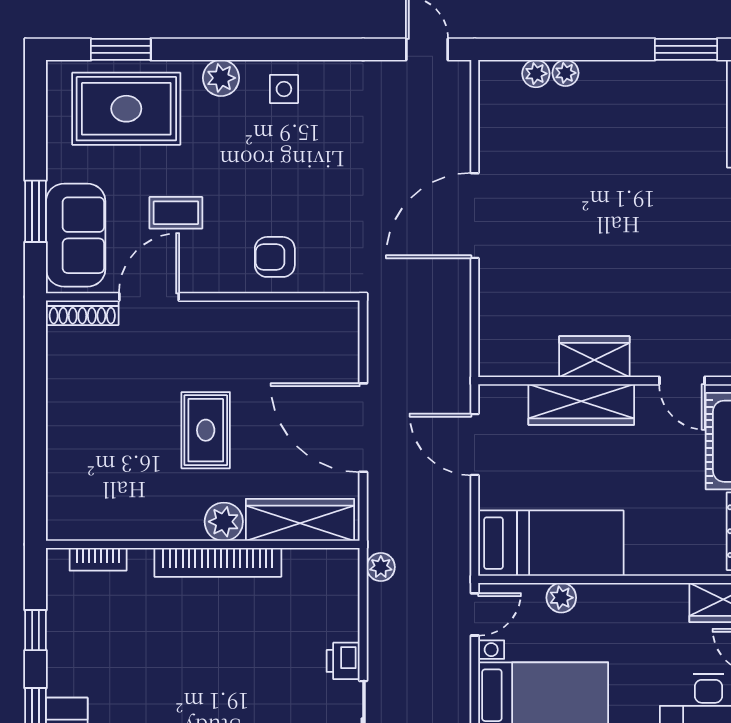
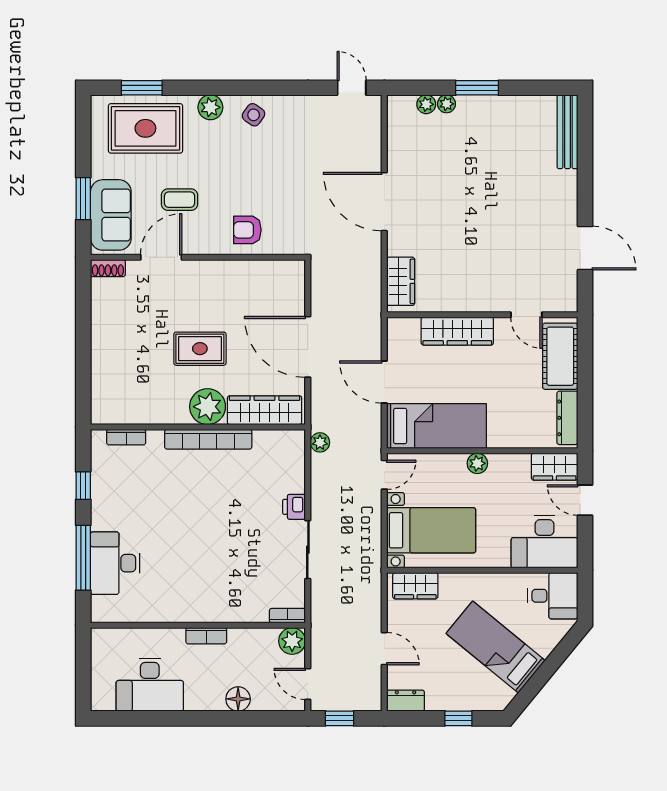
window: (686, 49) -> (477, 88), moved
side table: (284, 89) -> (254, 115), turned 35
door: (475, 216) -> (384, 202), hinge flipped
shoe rack: (82, 313) -> (108, 268), width x0.70
wardrobe: (594, 357) -> (401, 281), moved, turned 90
rug: (206, 430) -> (200, 349), turned 90
door: (475, 444) -> (384, 382), moved
plant: (224, 522) -> (208, 407), width x1.36, depth x1.36
plant: (561, 598) -> (477, 463), moved

